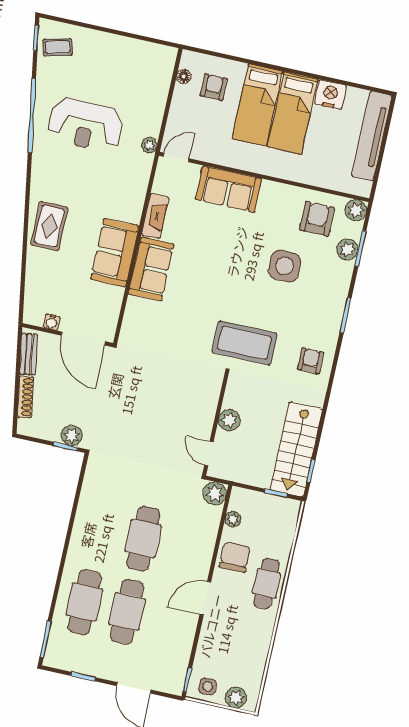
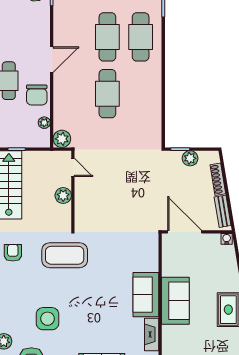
water cooler: (52, 322) -> (227, 239), moved
armchair: (311, 361) -> (13, 253), turned 180
plant: (72, 435) -> (190, 158), moved

